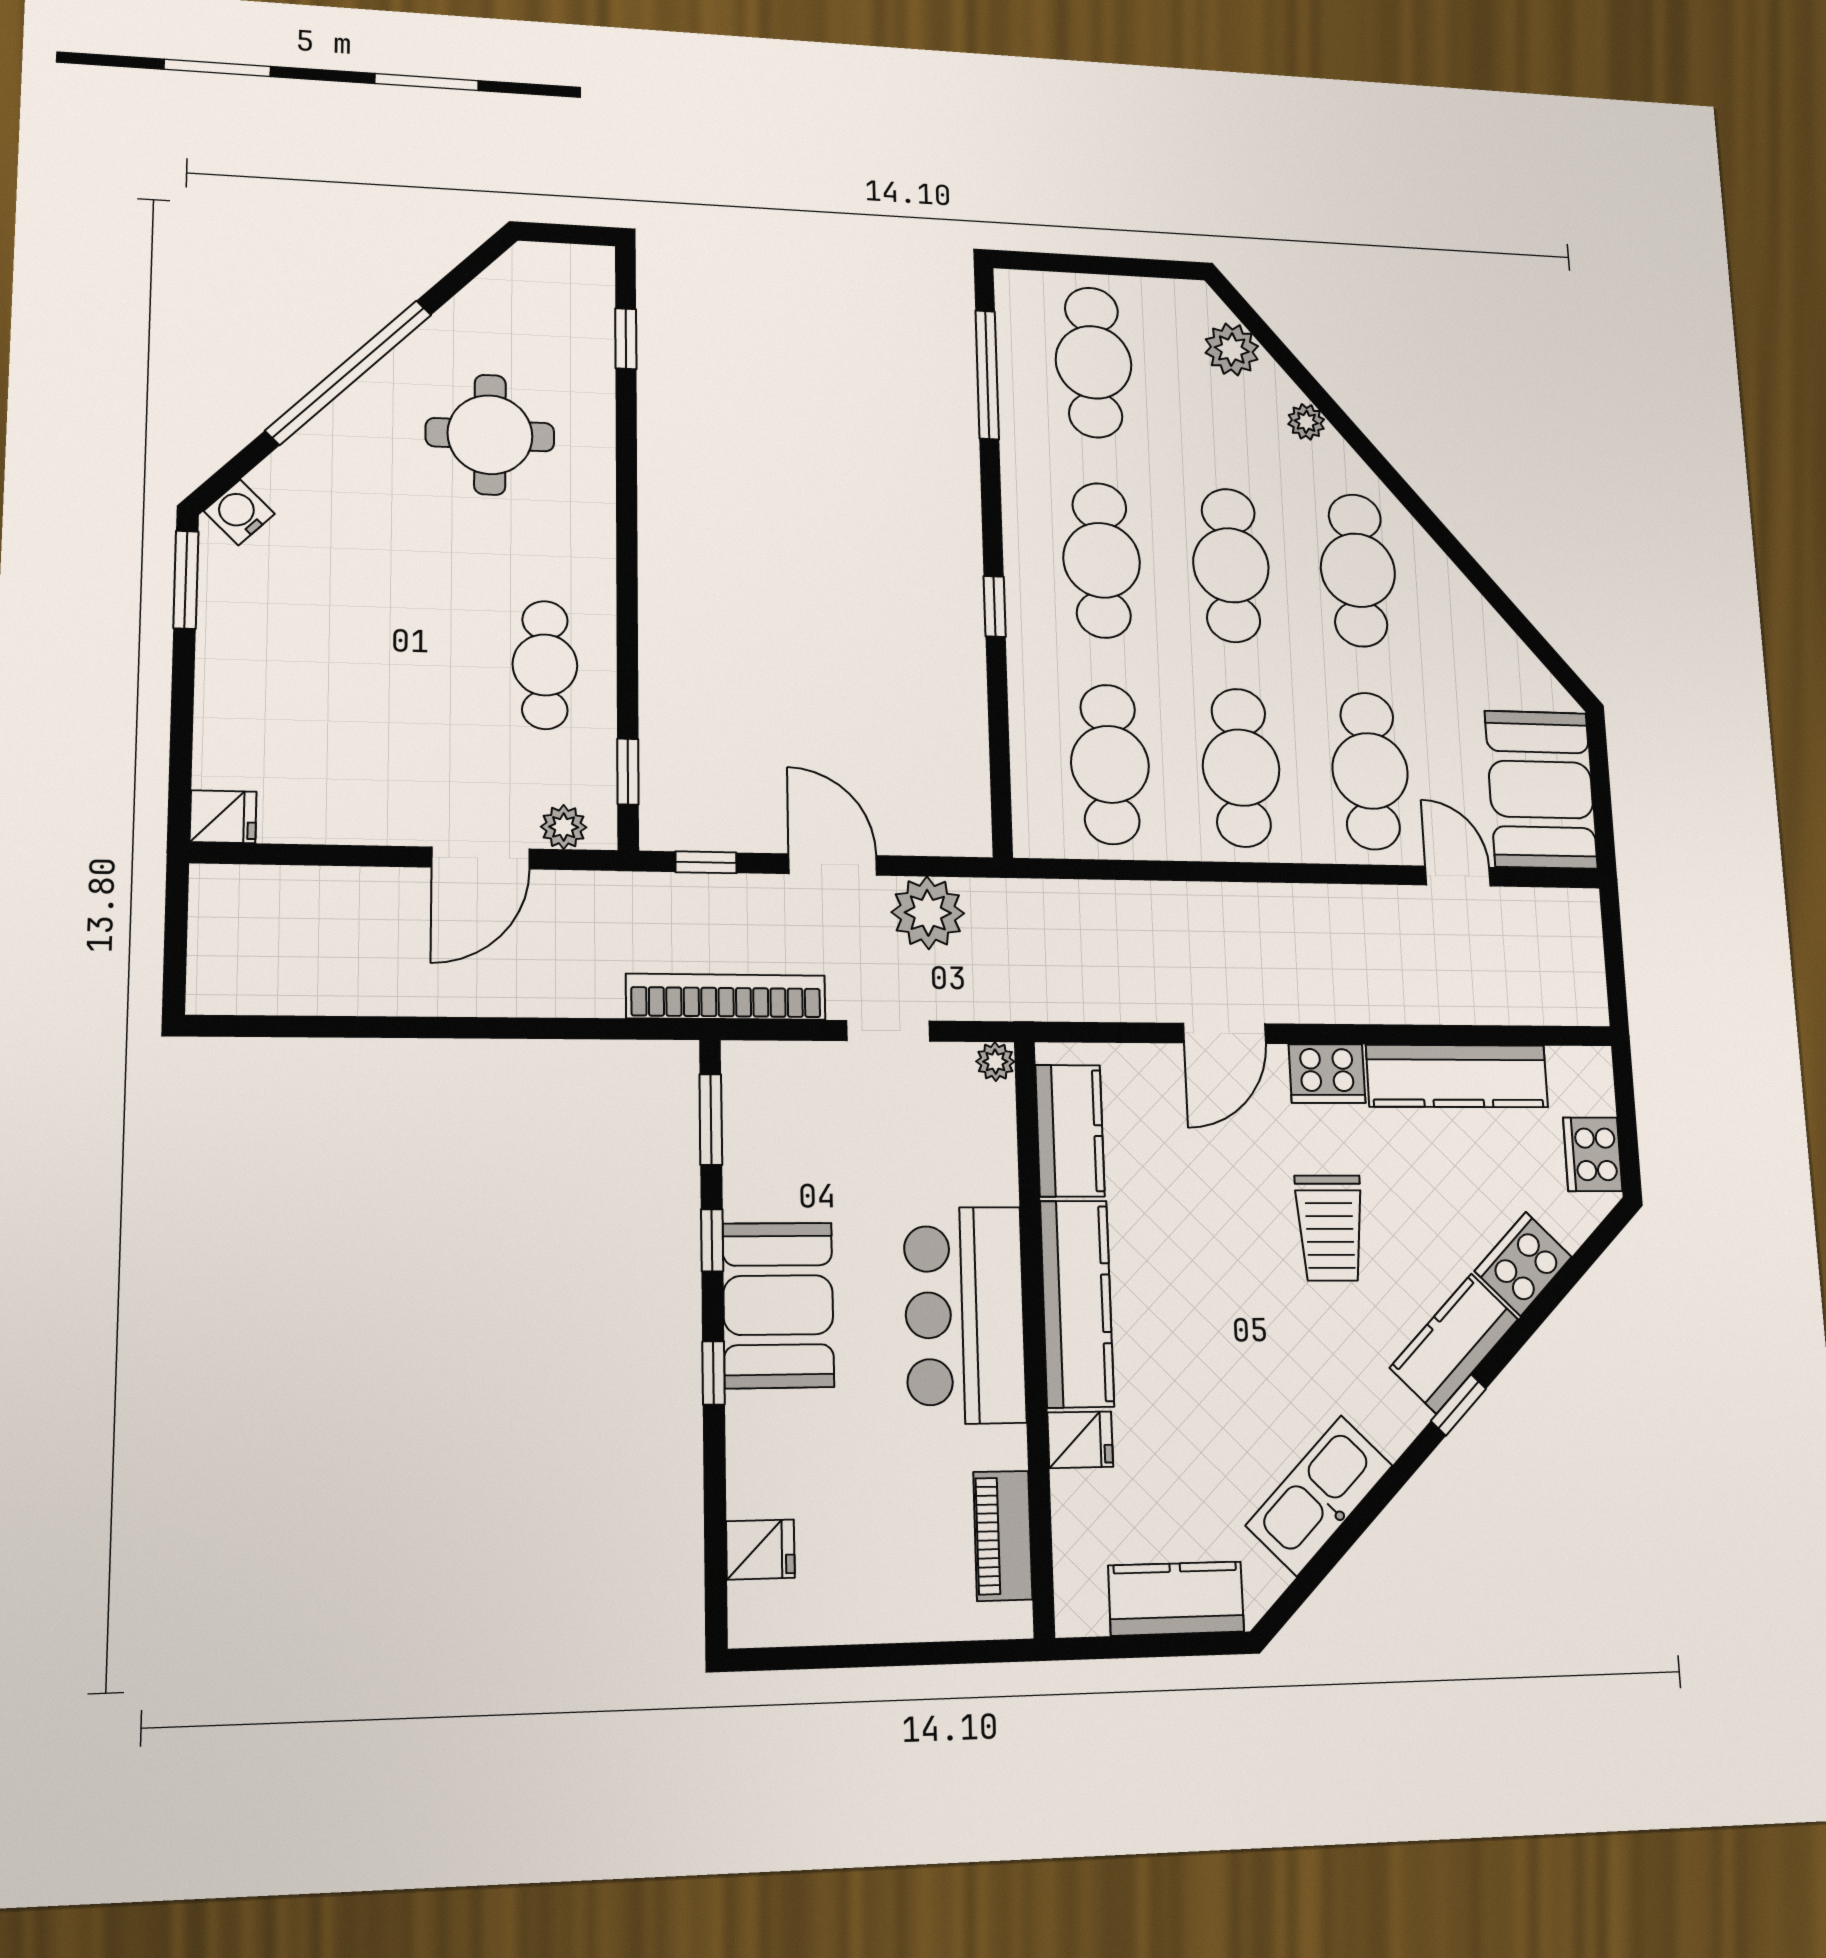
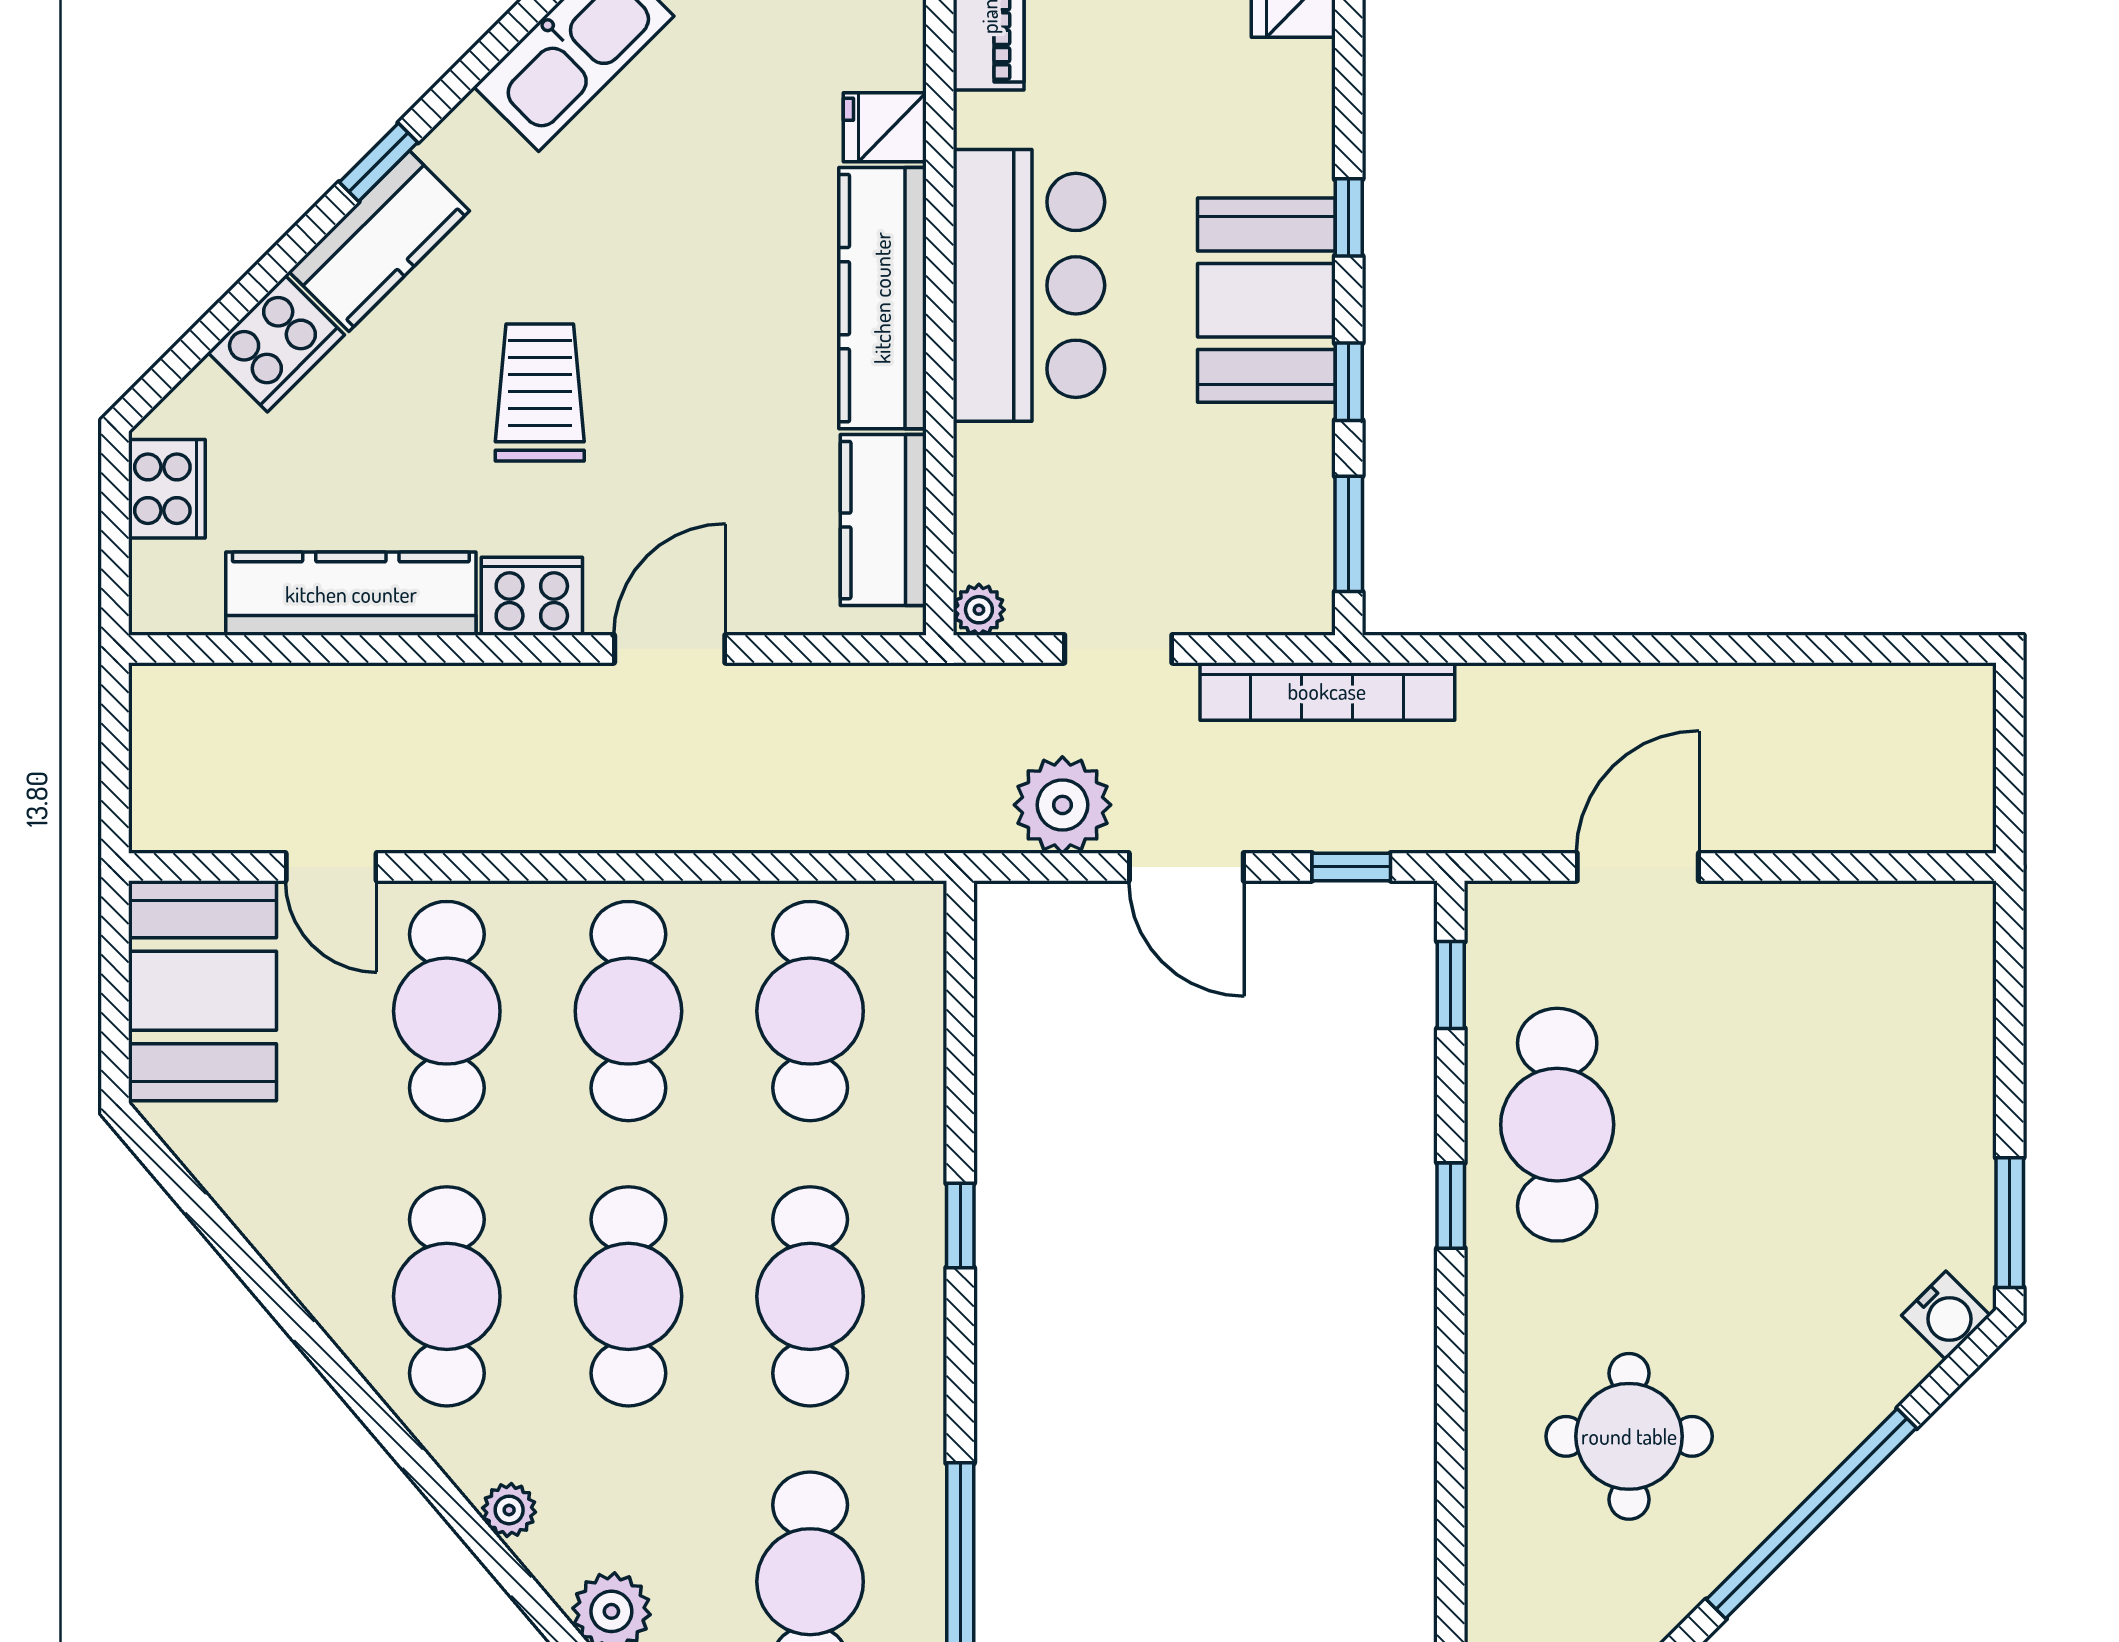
window: (626, 339) -> (1451, 1206), moved
cafe table: (545, 665) -> (1557, 1125), width x1.37, depth x1.35
fridge: (223, 817) -> (1956, 914), removed
plant: (564, 827) -> (1533, 910), removed

